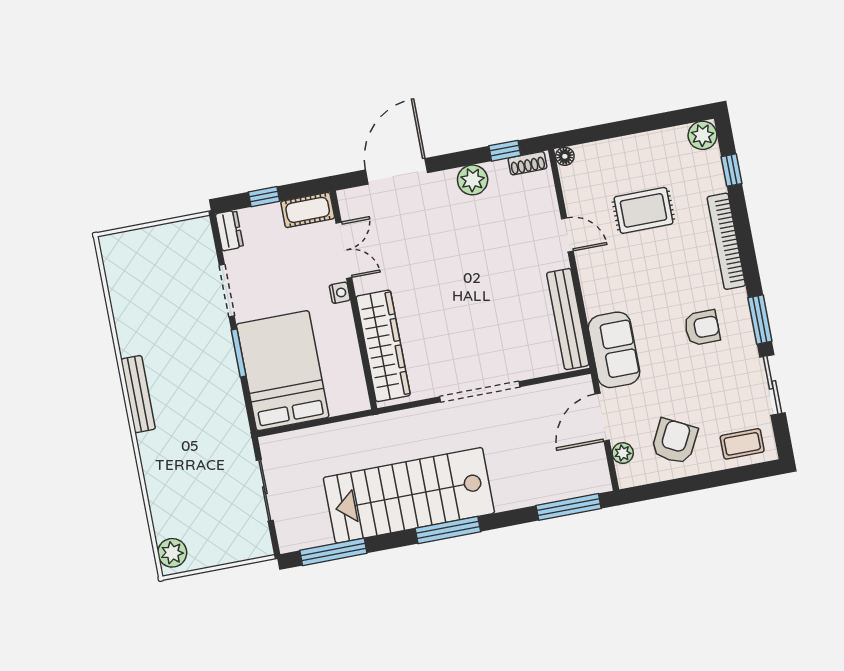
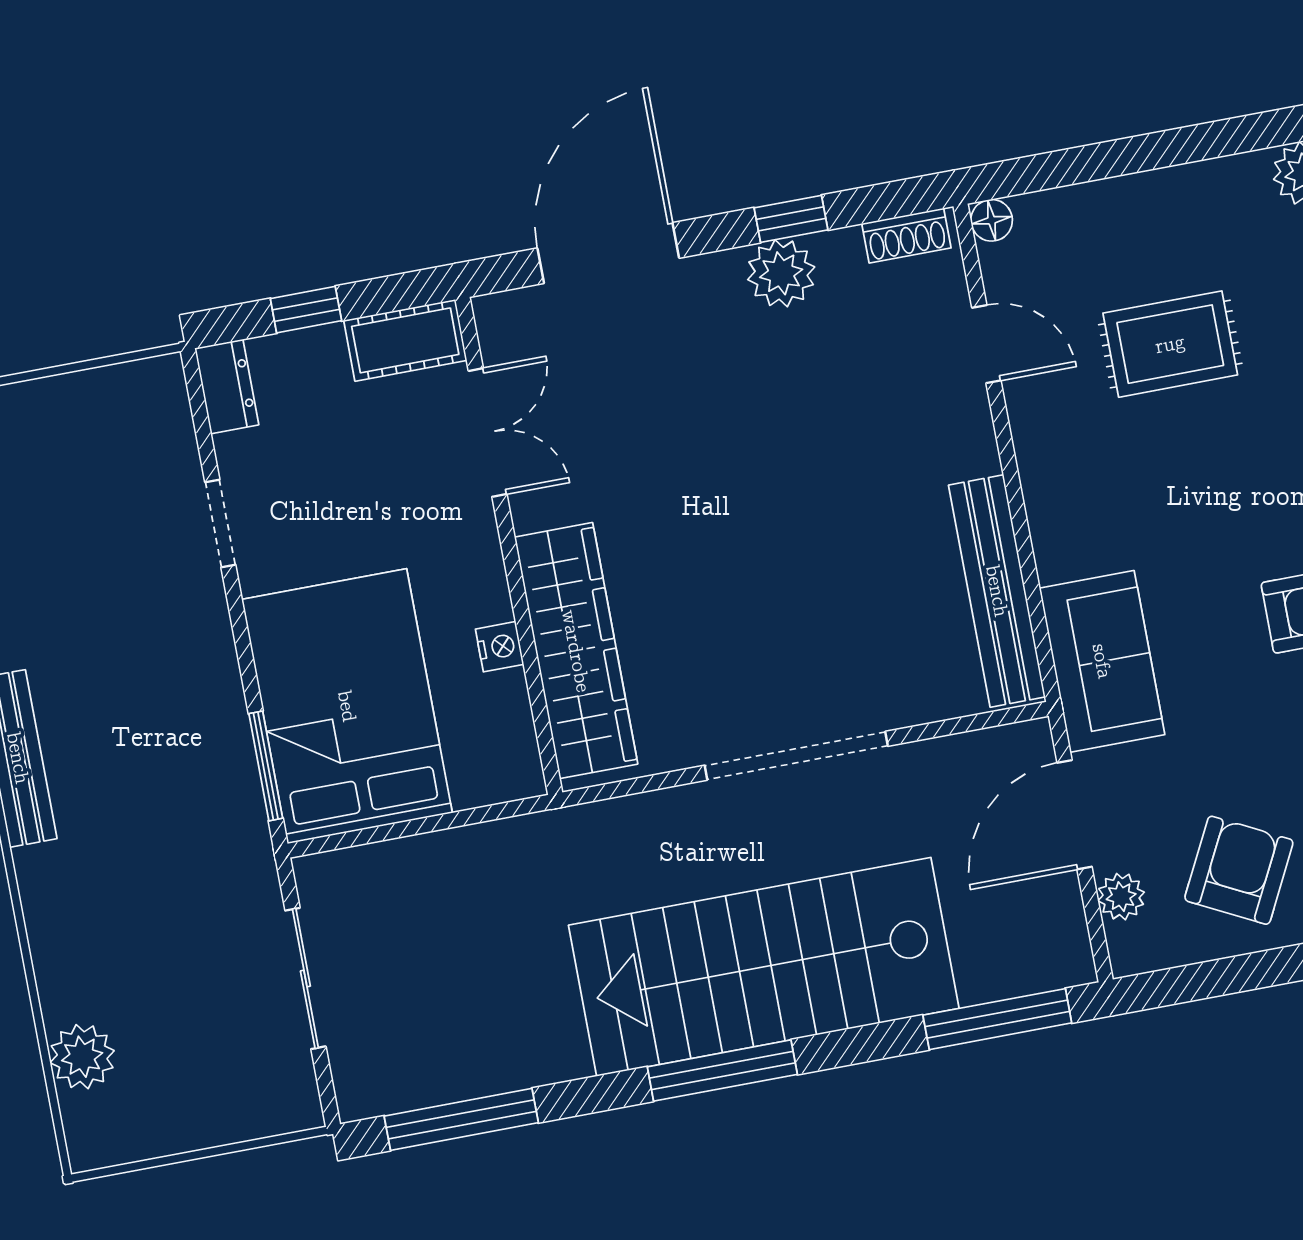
window: (505, 151) -> (791, 219), moved
door: (567, 235) -> (986, 344), moved
doorway: (227, 291) -> (220, 523), width x0.73
nightstand: (340, 293) -> (500, 647), moved
window: (239, 353) -> (266, 766), moved
stairs: (409, 495) -> (764, 967), moved
plant: (172, 553) -> (82, 1057), moved

